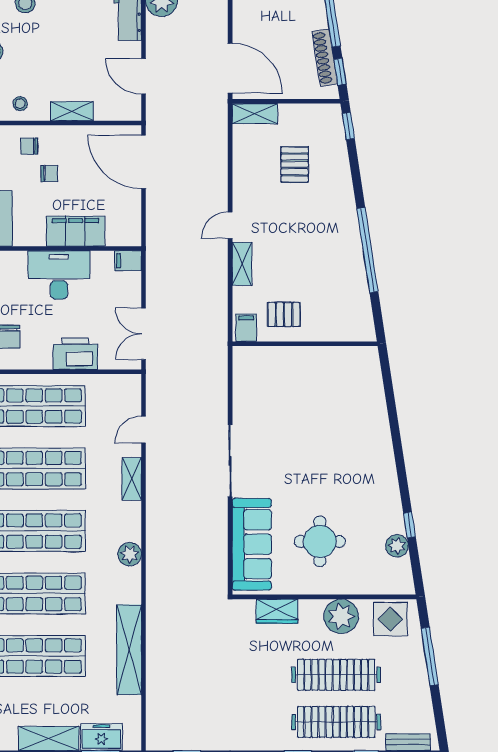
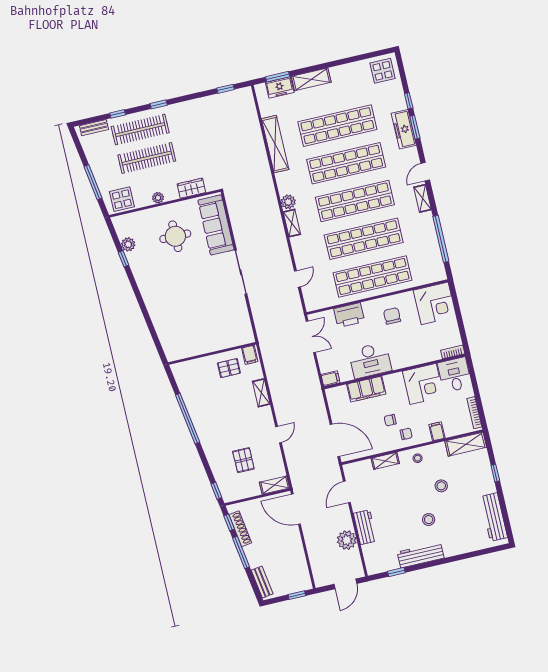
door: (144, 76) -> (347, 492), swing flipped
door: (230, 225) -> (279, 435), moved
shelving: (132, 479) -> (292, 223), moved
plant: (341, 616) -> (158, 198), width x0.53, depth x0.53

